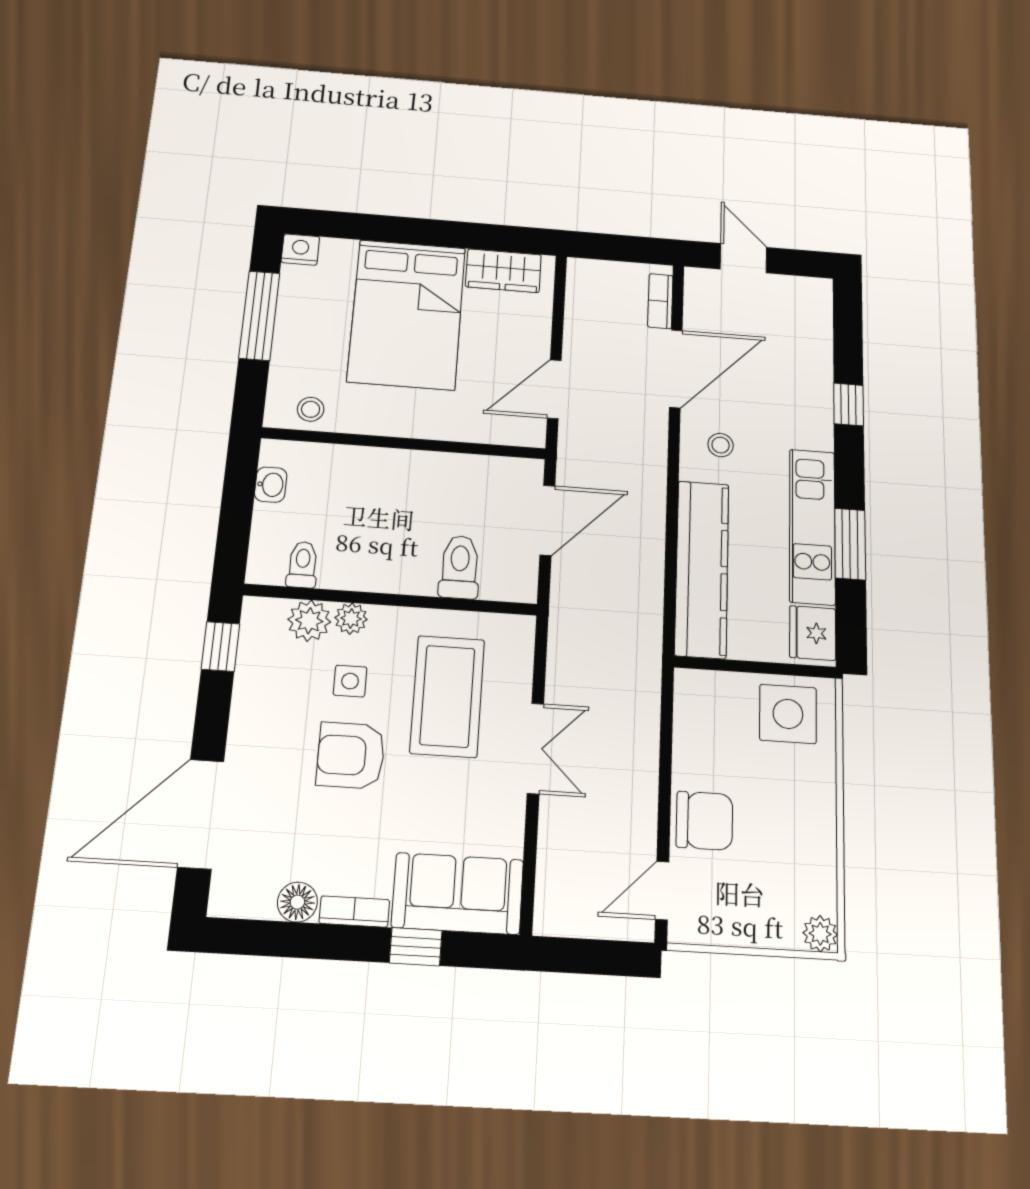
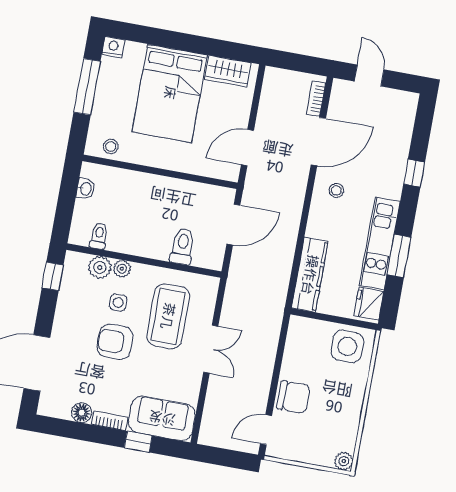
kitchen counter: (702, 569) -> (310, 275), width x0.72, depth x0.86

